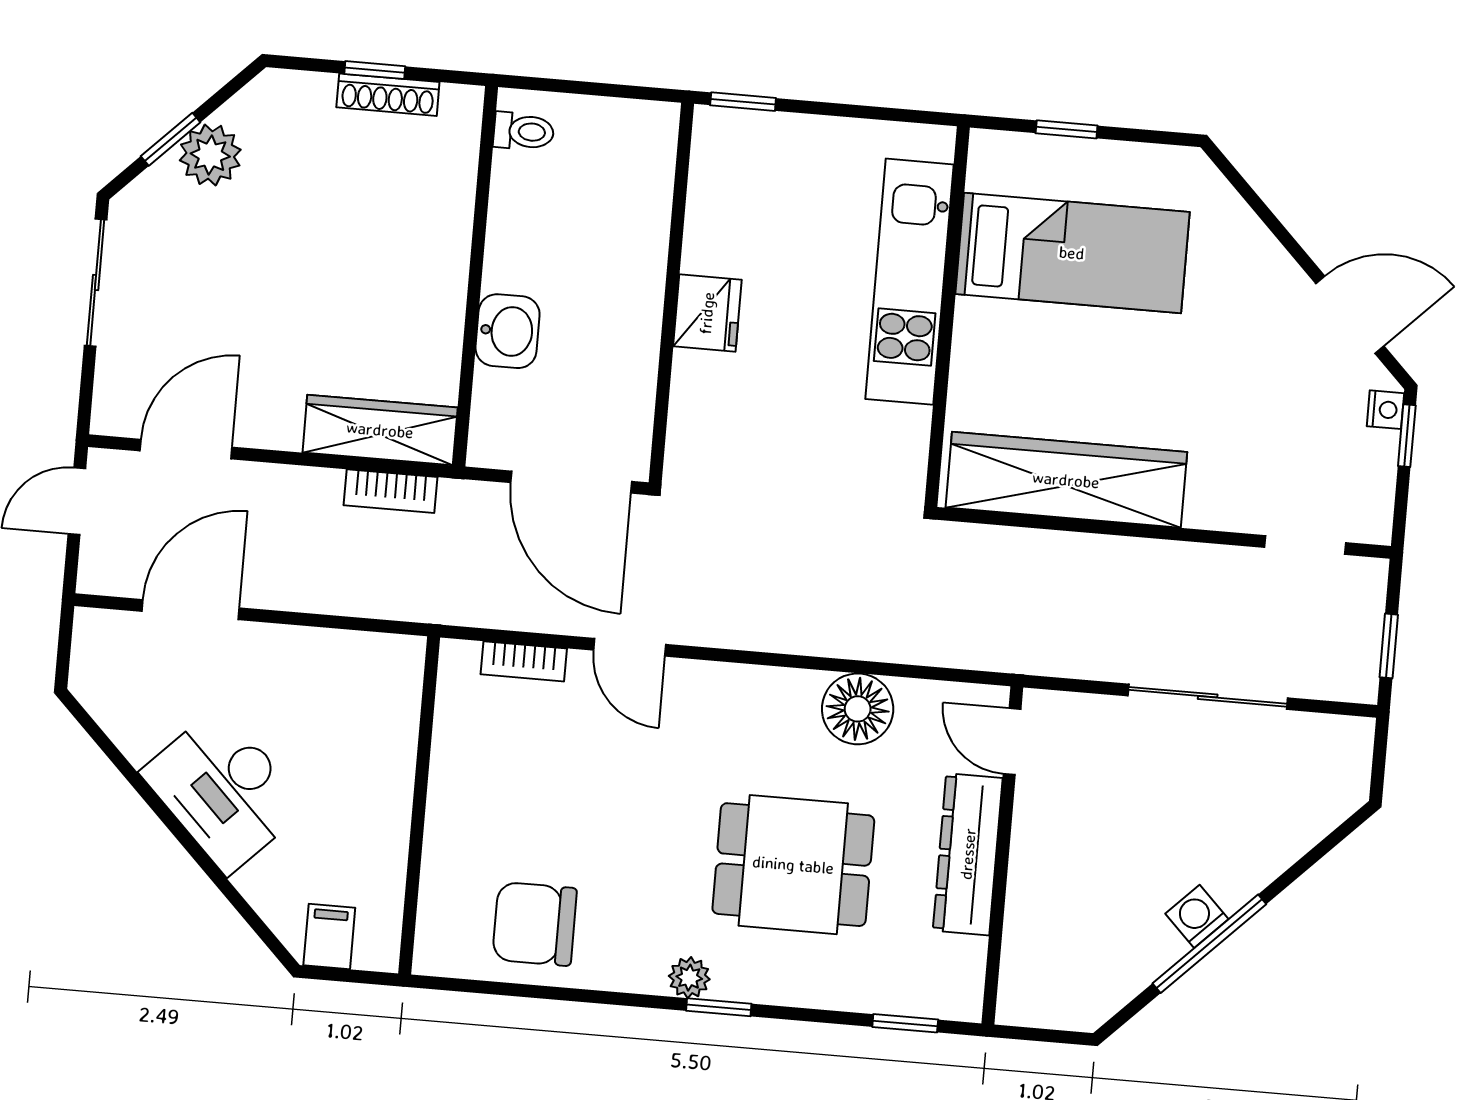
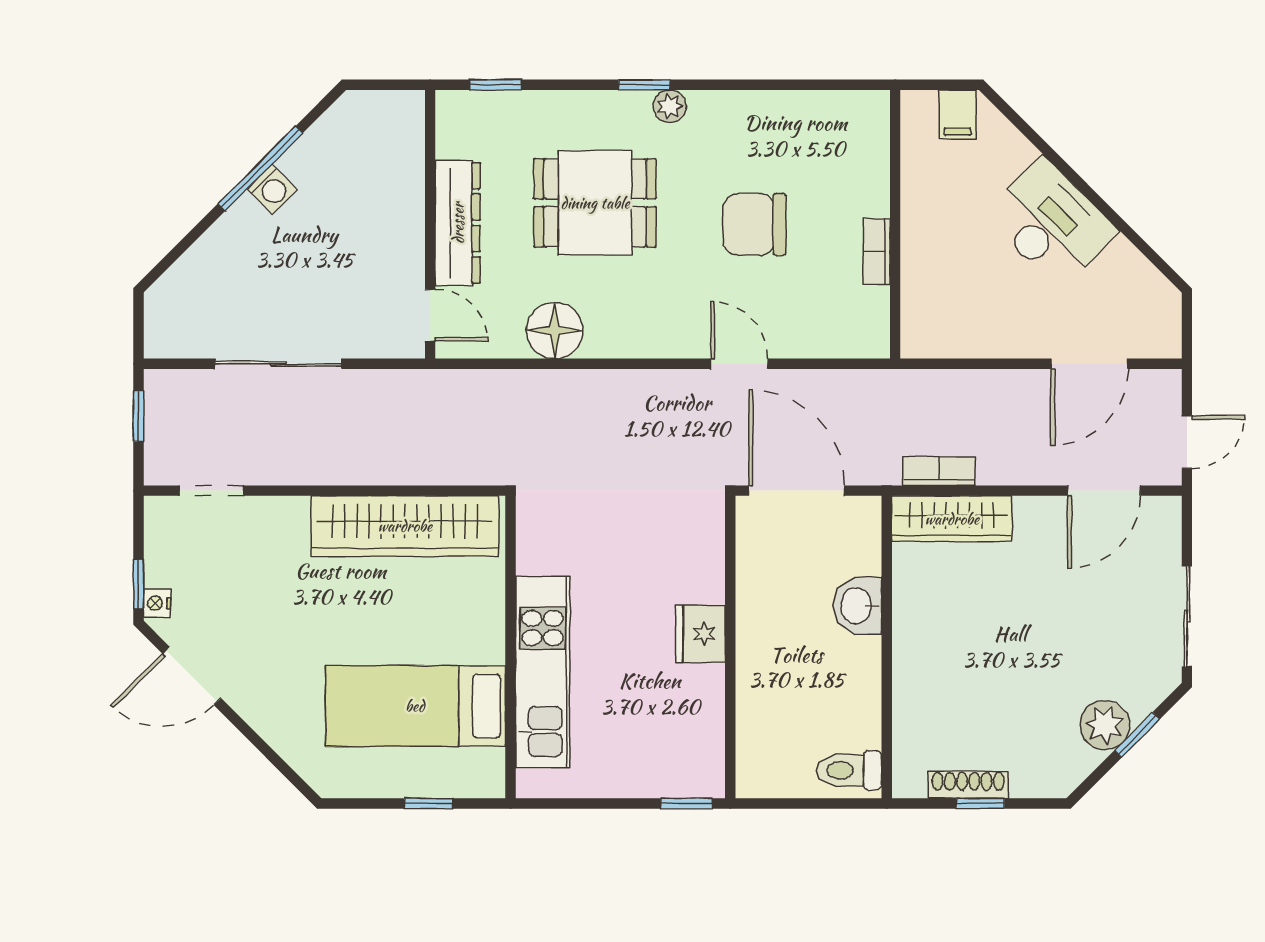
toilet: (524, 131) -> (849, 770), width x1.37, depth x1.39
bookcase: (524, 661) -> (877, 252), moved, turned -90
chair: (535, 924) -> (754, 225), moved, turned 180

